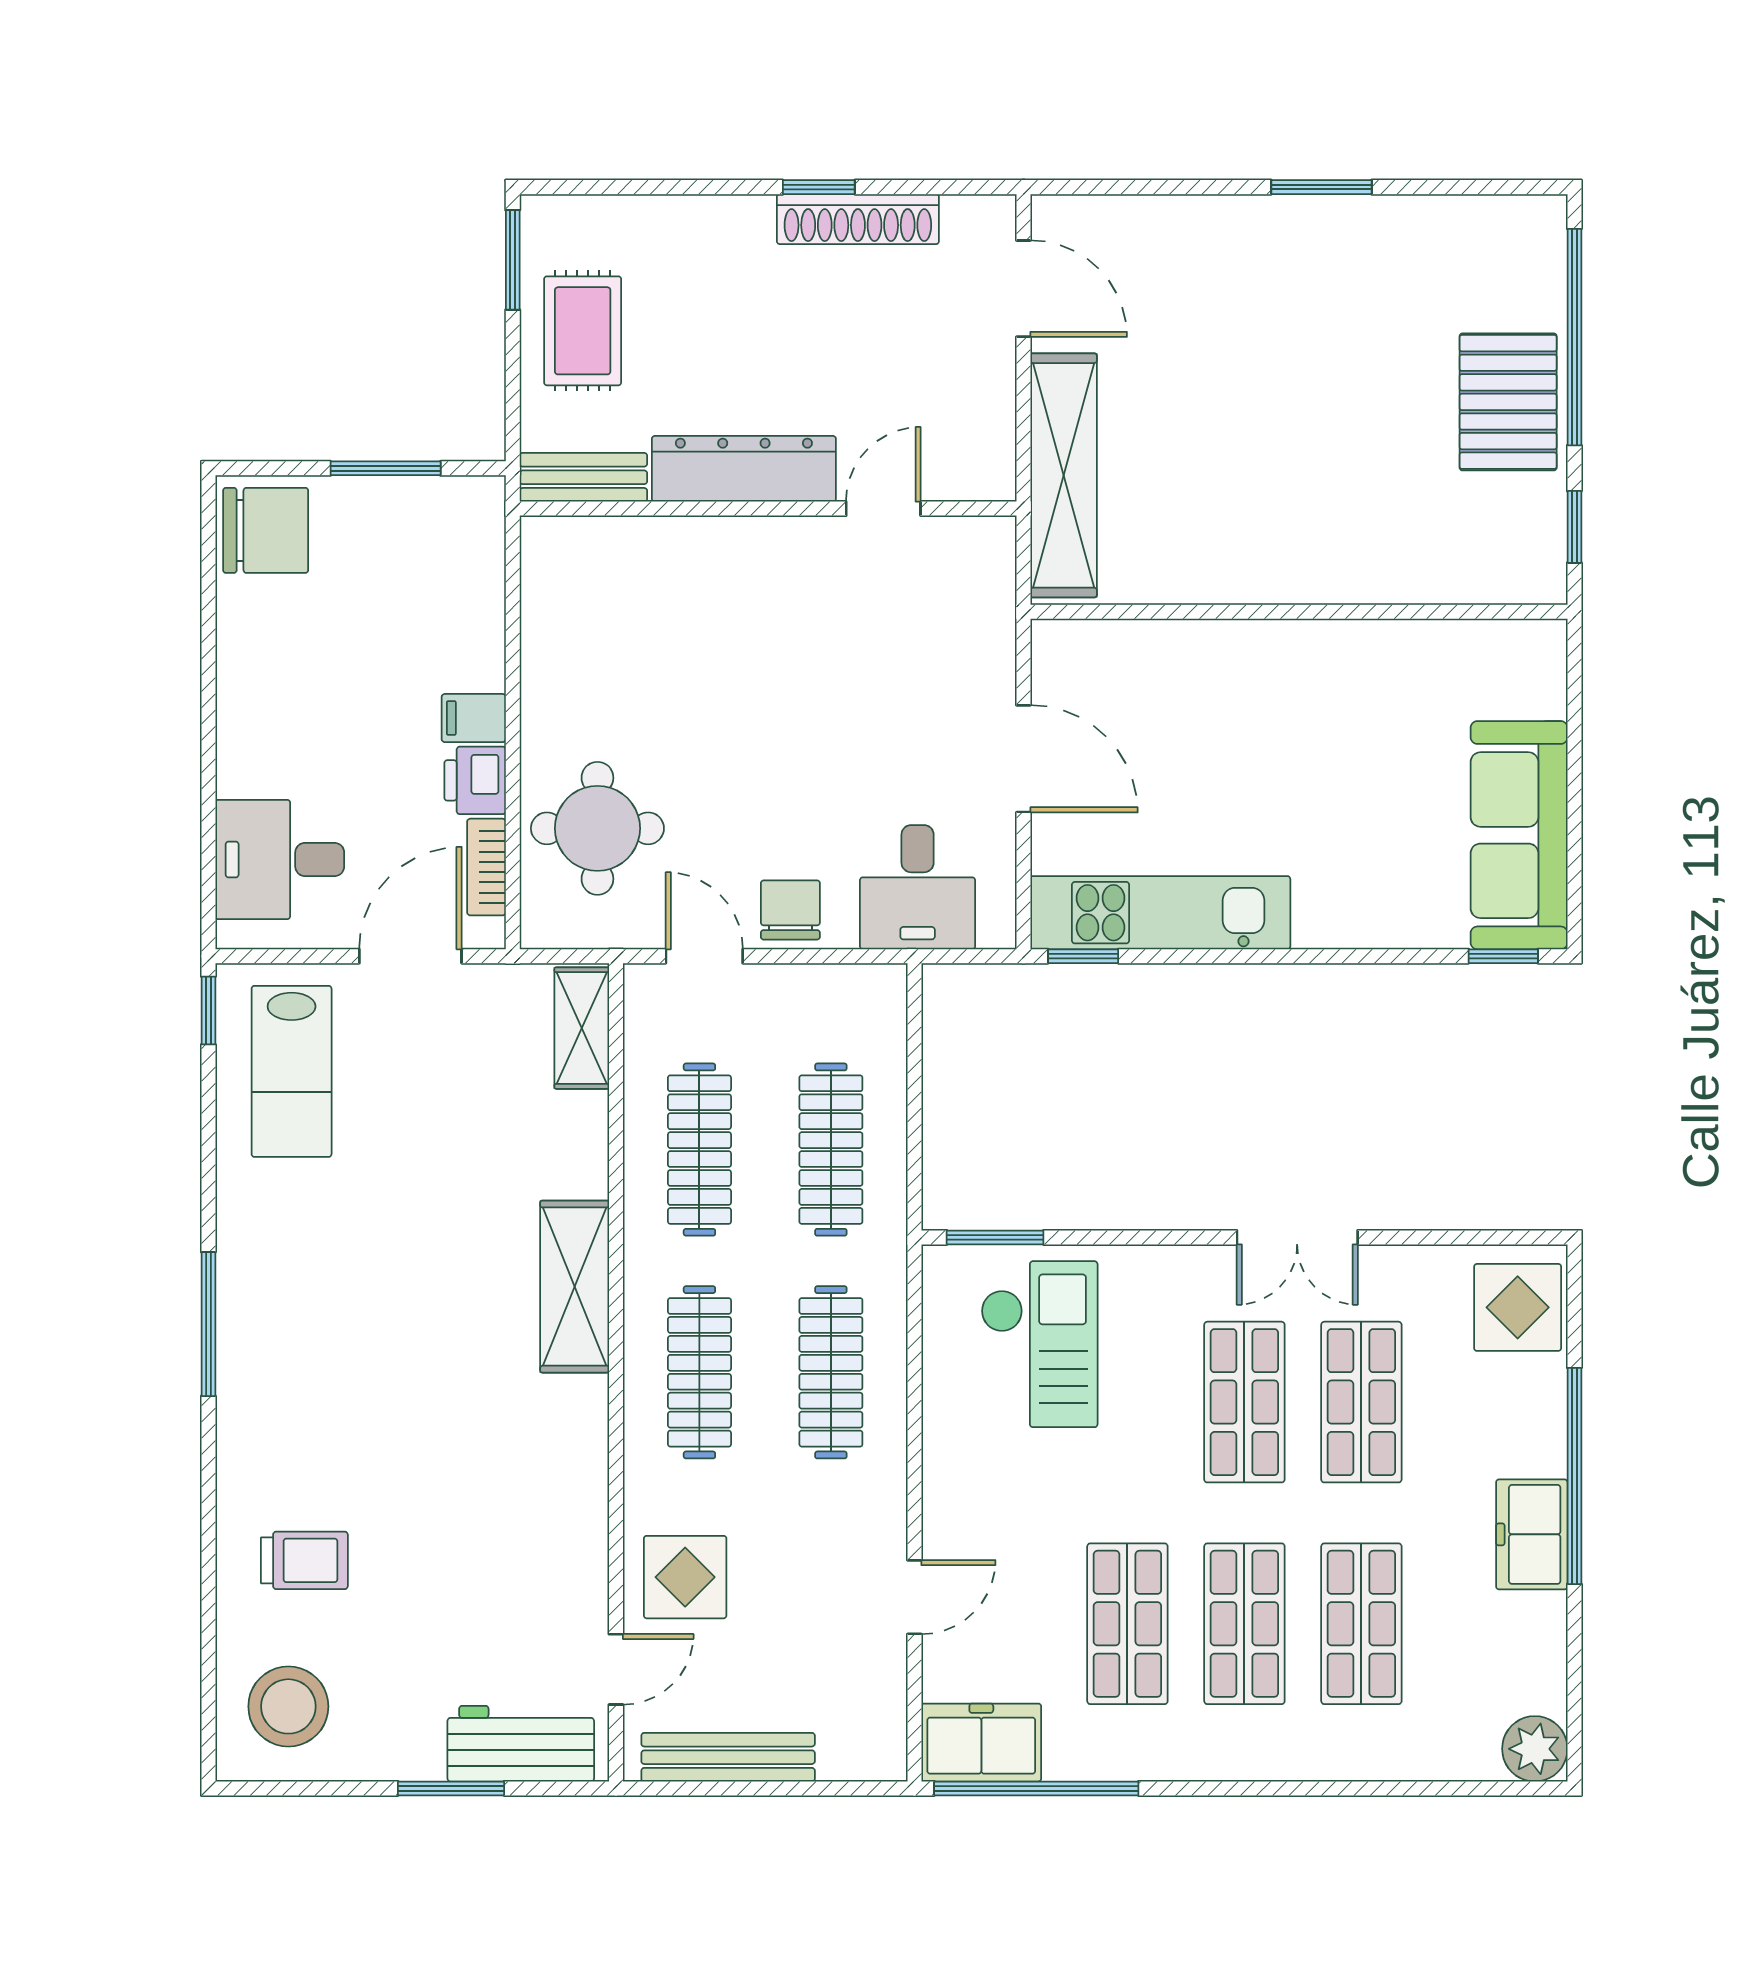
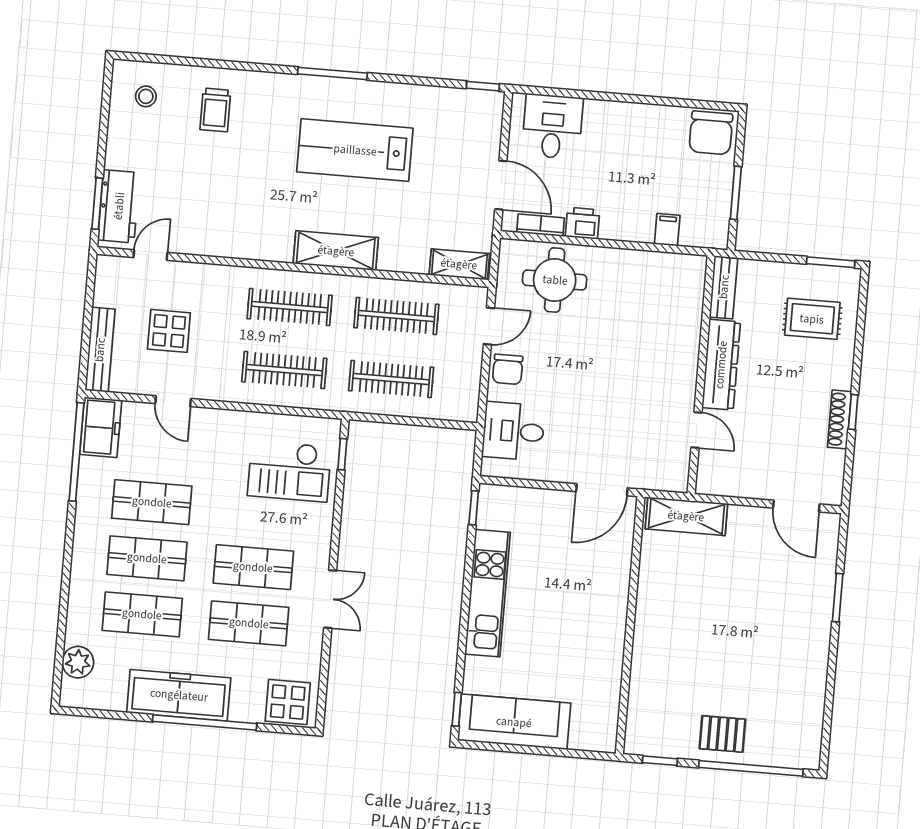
window: (1321, 187) -> (838, 598), moved
shoe rack: (858, 219) -> (839, 419), width x0.74, depth x0.81
door: (1023, 289) -> (796, 506), hinge flipped
rug: (583, 331) -> (812, 319), moved
pallet: (1508, 402) -> (722, 734), width x0.67, depth x0.71
shelving: (1064, 475) -> (686, 516), width x0.68
filing cabinet: (474, 718) -> (667, 230), moved
door: (1023, 759) -> (602, 490), moved
chair: (790, 910) -> (508, 369), turned 90
kitchen unit: (1160, 913) -> (488, 593), moved
lab bench: (292, 1071) -> (355, 150), moved, width x1.36, depth x1.39
window: (995, 1237) -> (342, 454), width x0.67
double door: (1297, 1237) -> (330, 599), swing flipped
freezer: (1532, 1534) -> (179, 695), width x1.91, depth x1.26
display table: (685, 1577) -> (169, 331), moved
door: (616, 1669) -> (150, 255), swing flipped
stool: (288, 1706) -> (146, 96), width x0.53, depth x0.53
plant: (1535, 1749) -> (78, 662), moved
bench: (728, 1757) -> (100, 350), moved
window: (451, 1788) -> (97, 204), moved

